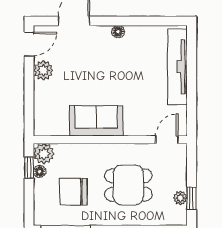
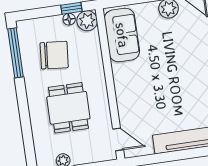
sofa: (96, 121) -> (122, 35), moved
chair: (74, 192) -> (54, 55), turned 95

